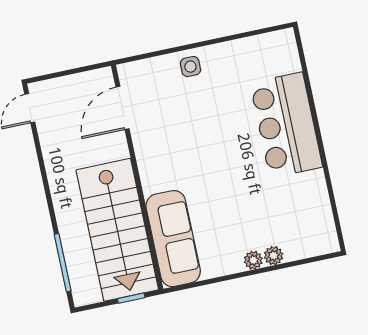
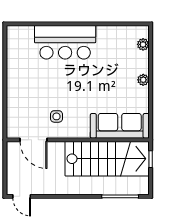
side table: (190, 67) -> (56, 116), moved
plant: (274, 256) -> (143, 44), moved

